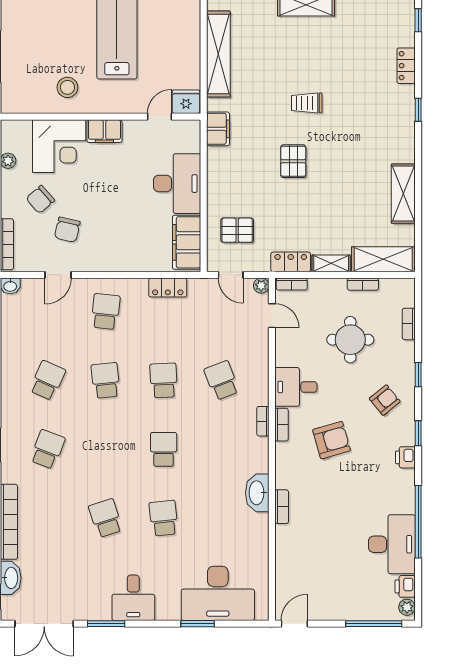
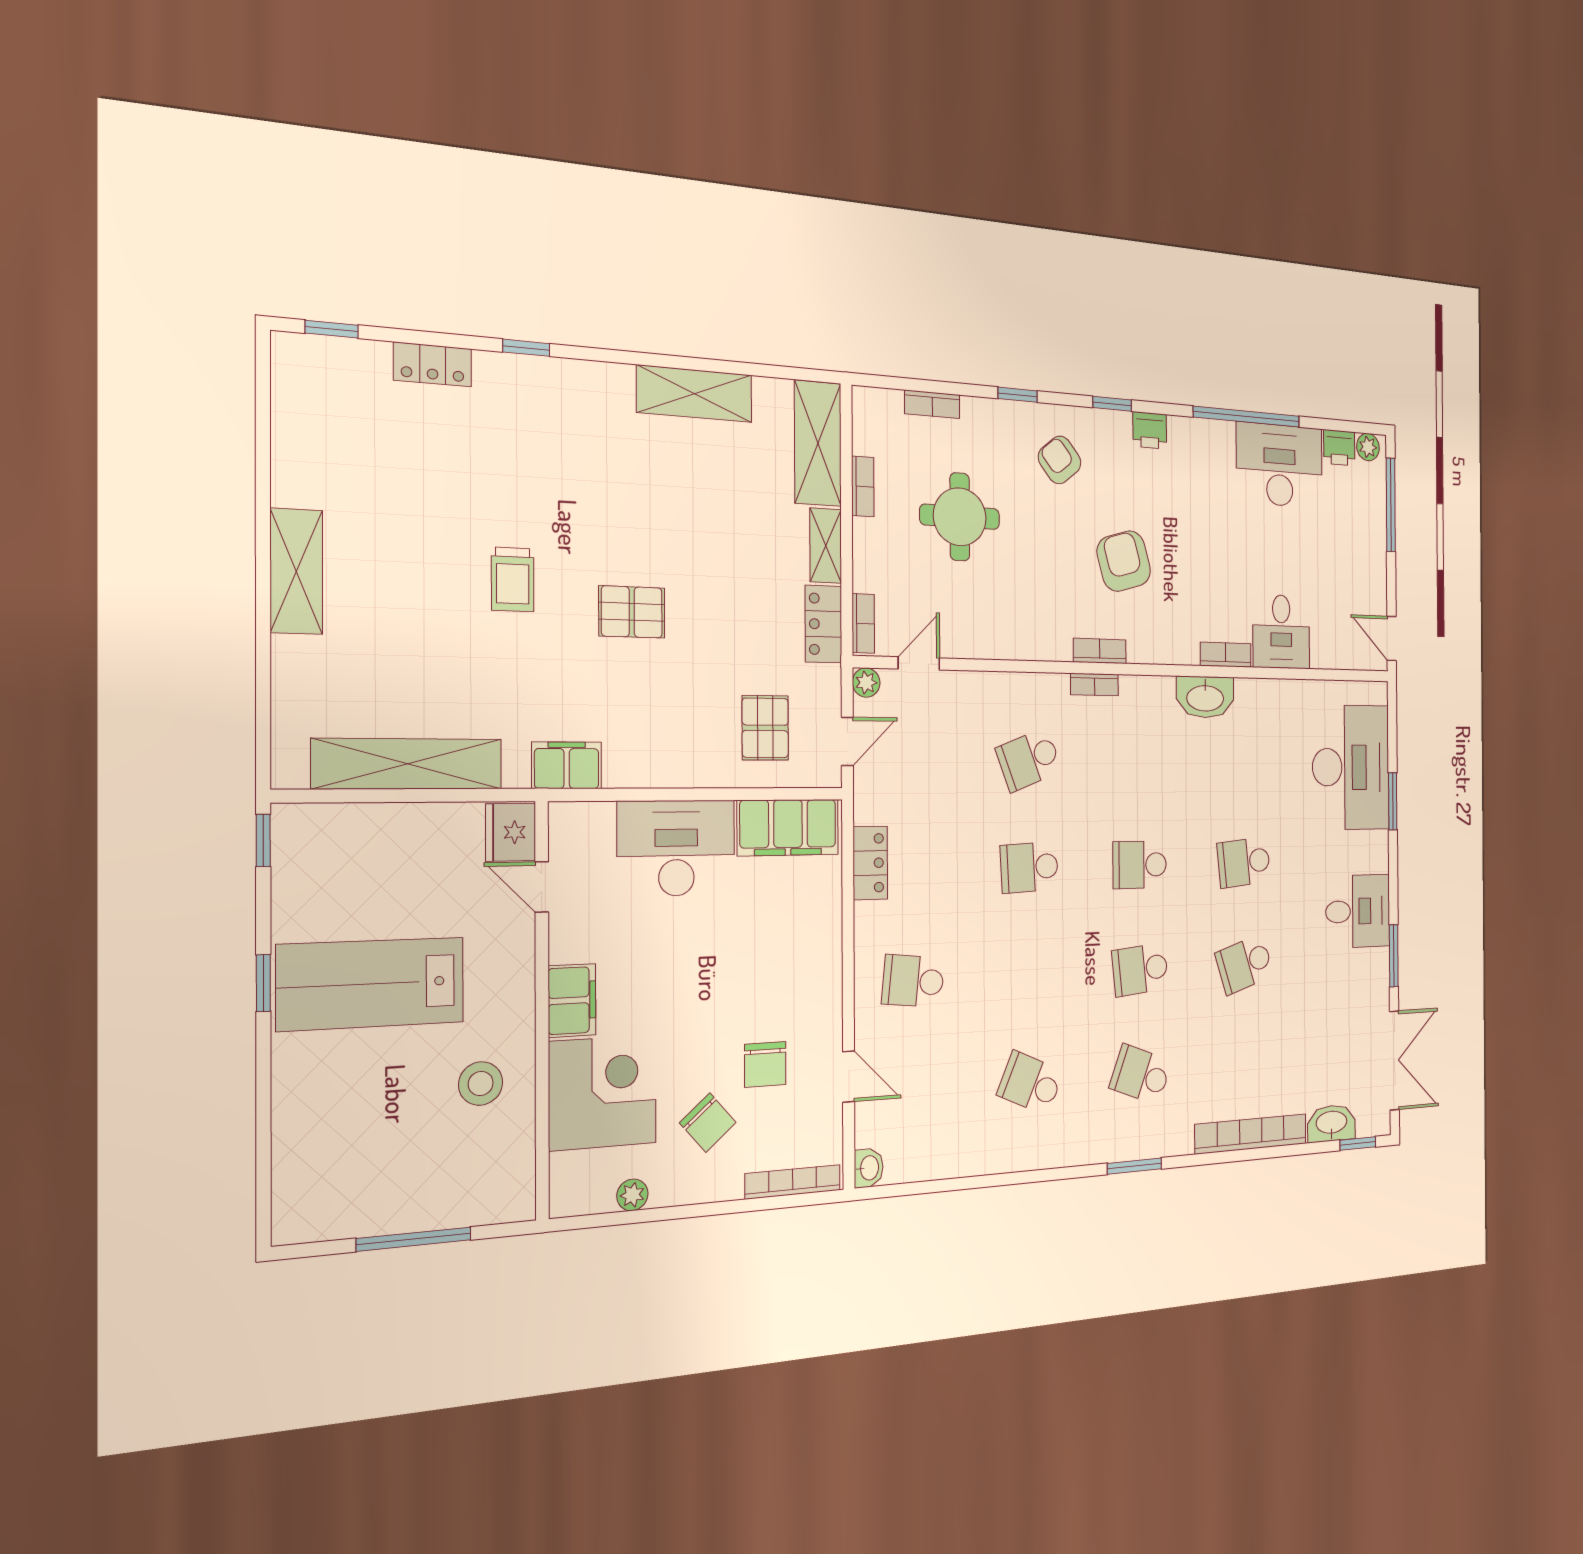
chair: (67, 230) -> (765, 1064), turned 77
school desk: (106, 380) -> (1140, 970), moved
desk: (296, 387) -> (1281, 632), moved

